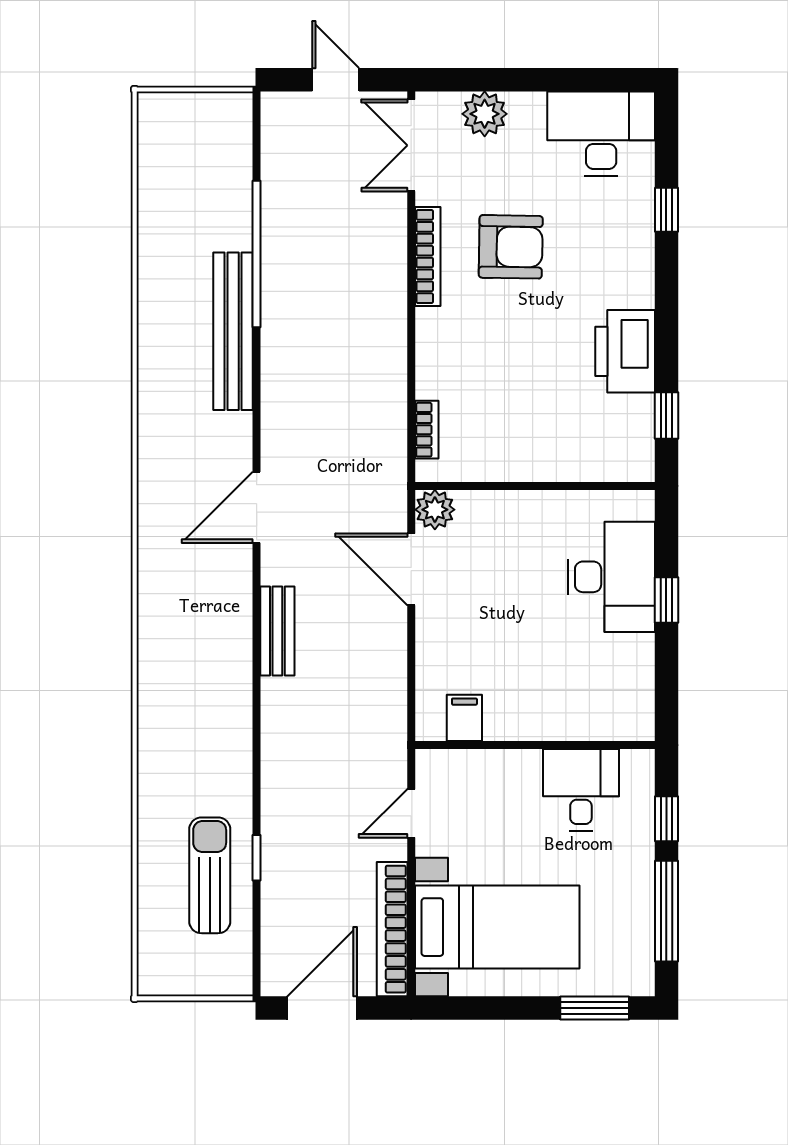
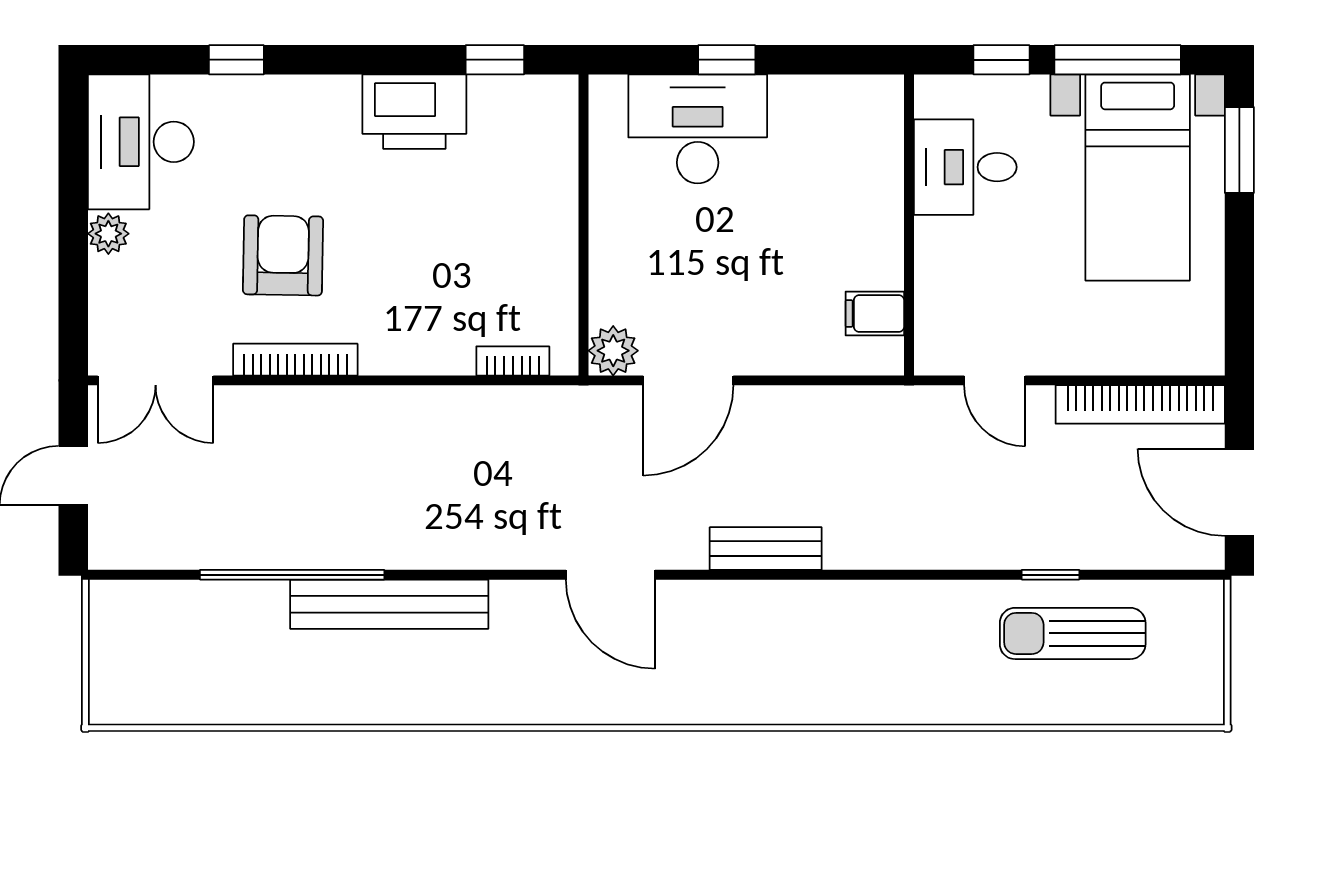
plant: (485, 114) -> (108, 234), moved, width x0.73, depth x0.73
bed with nightstands: (497, 927) -> (1138, 177), moved, turned 180

